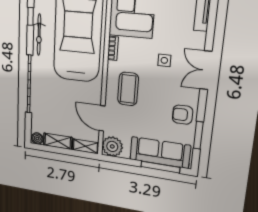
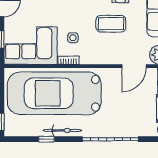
side table: (164, 60) -> (73, 38), moved
coffee table: (128, 89) -> (111, 24), moved

